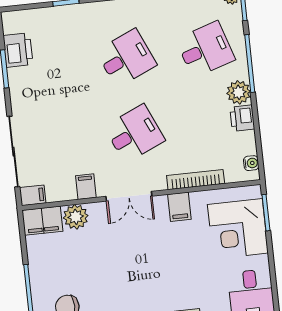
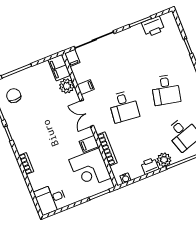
desk: (126, 58) -> (166, 90), turned 36
desk: (134, 134) -> (124, 107), turned 30
corner desk: (238, 229) -> (90, 169), moved, turned -90

